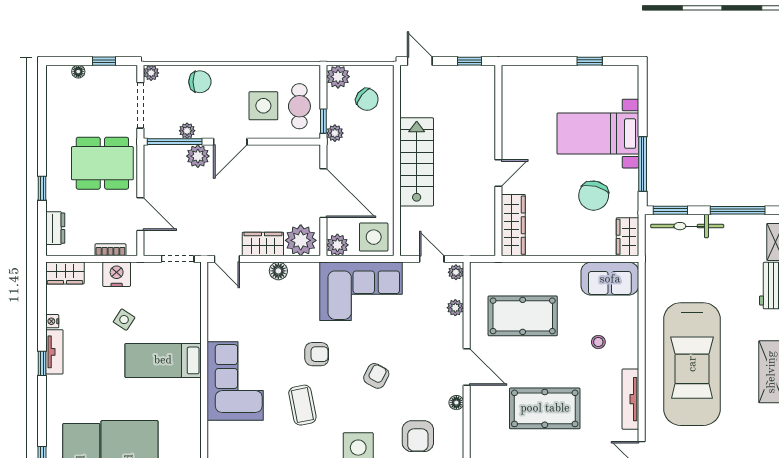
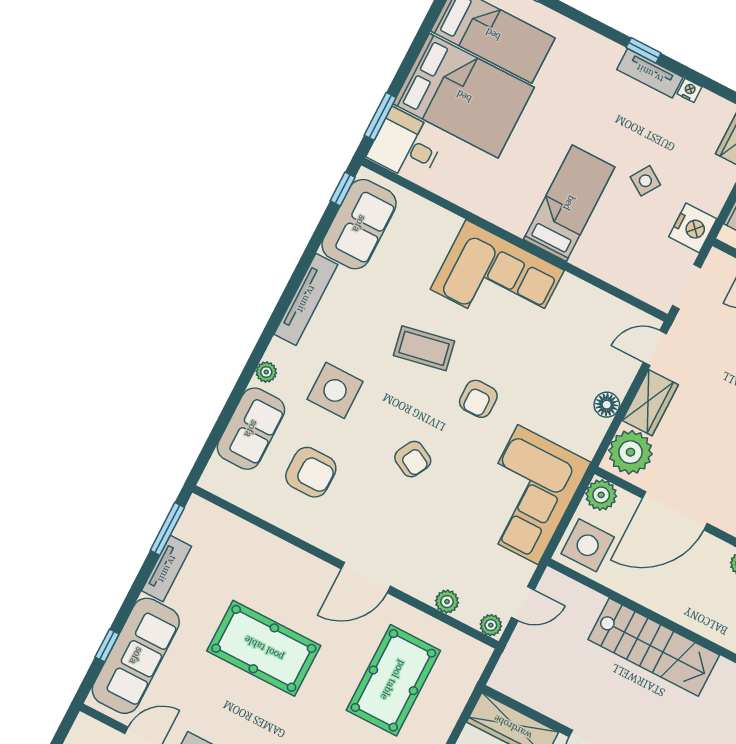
nightstand: (117, 274) -> (693, 228), moved
floor lamp: (456, 403) -> (328, 542), removed
pool table: (545, 408) -> (264, 648), turned 90
armchair: (418, 436) -> (311, 472), turned 180

